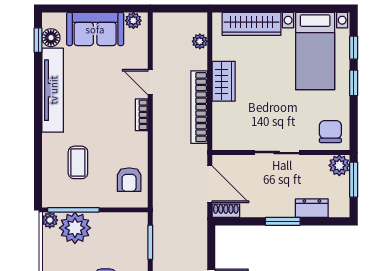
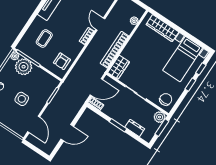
wardrobe: (224, 81) -> (119, 67), moved
door: (210, 184) -> (96, 87), hinge flipped

